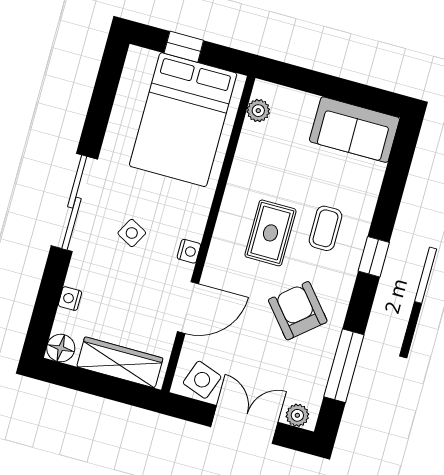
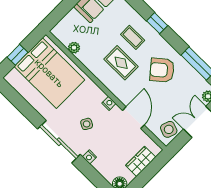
plant: (258, 111) -> (74, 48), moved
nightstand: (70, 299) -> (89, 157), moved
wardrobe: (120, 362) -> (141, 161), width x0.67

